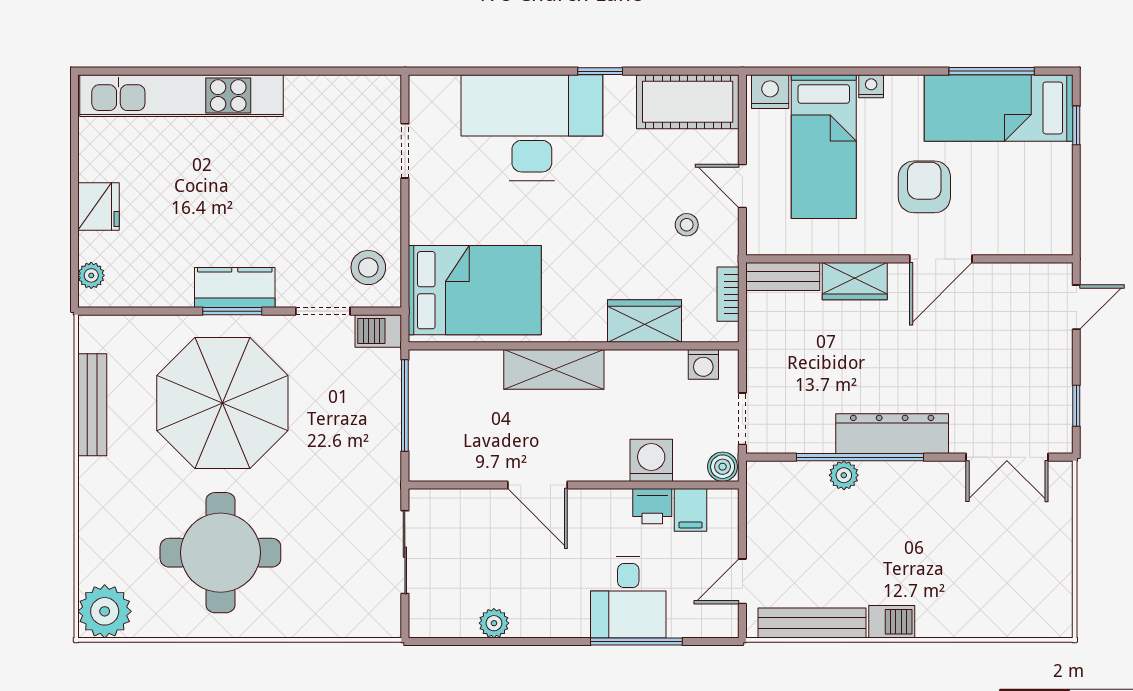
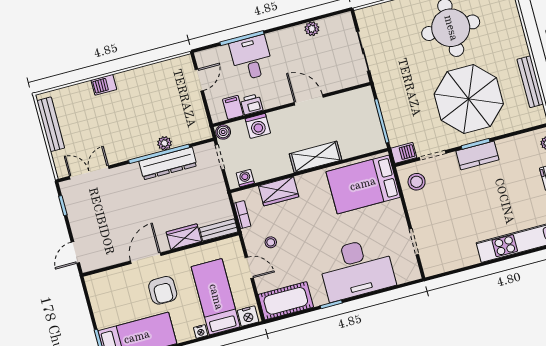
dresser: (892, 434) -> (168, 163), moved
barbecue: (892, 622) -> (104, 85), moved
bench: (812, 623) -> (51, 124), moved, turned 90

